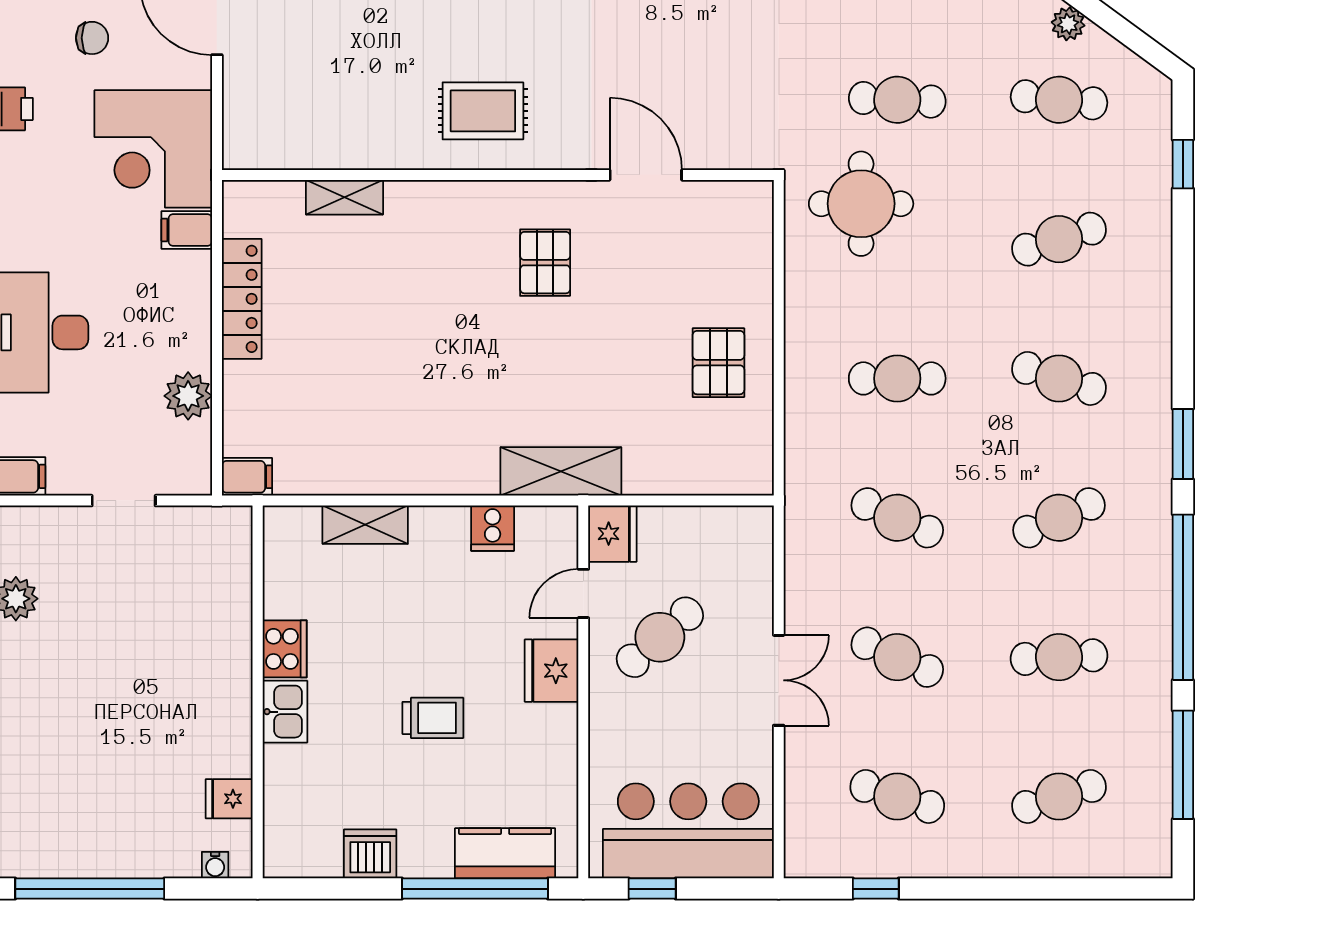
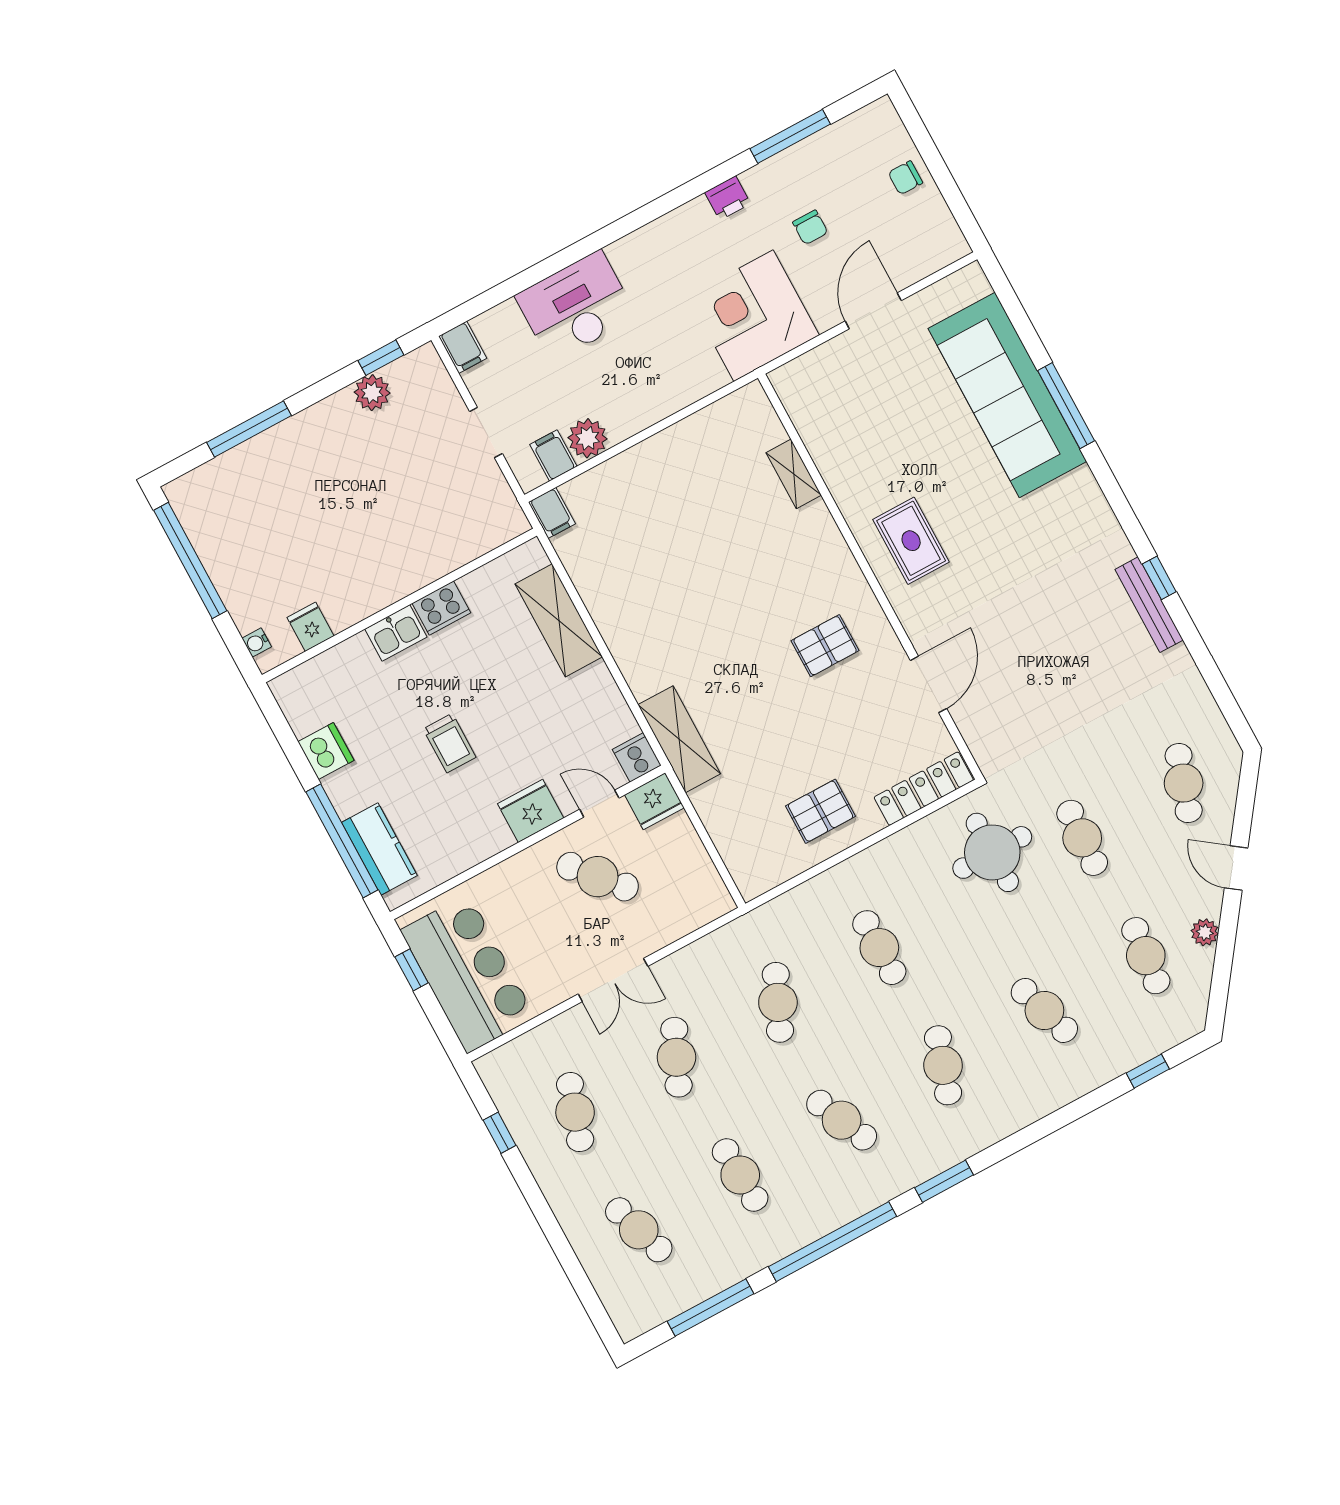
filing cabinet: (187, 230) -> (553, 455), moved
locker: (242, 299) -> (924, 789), moved, turned 180
shelving: (365, 525) -> (559, 620), width x1.50, depth x1.33
cooker: (493, 528) -> (637, 757), moved, turned 90

